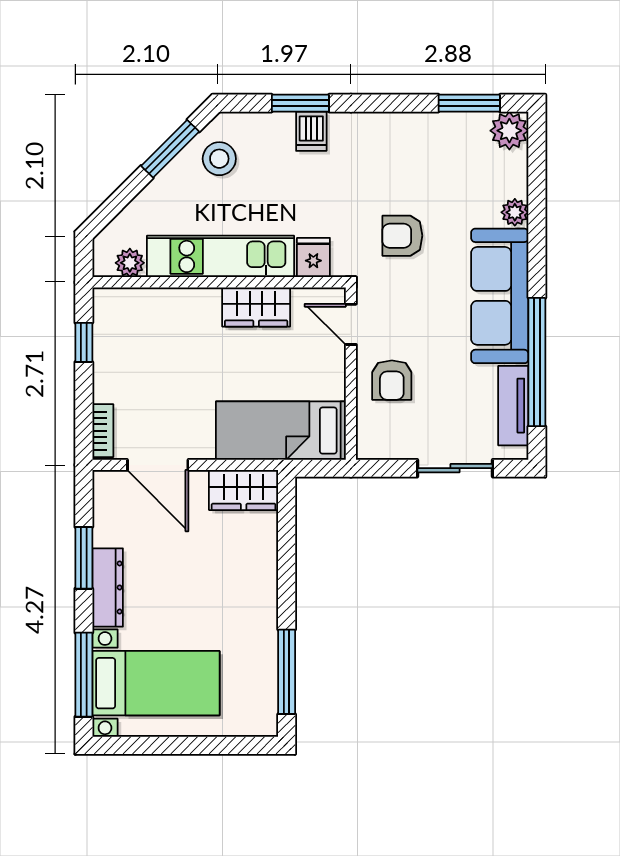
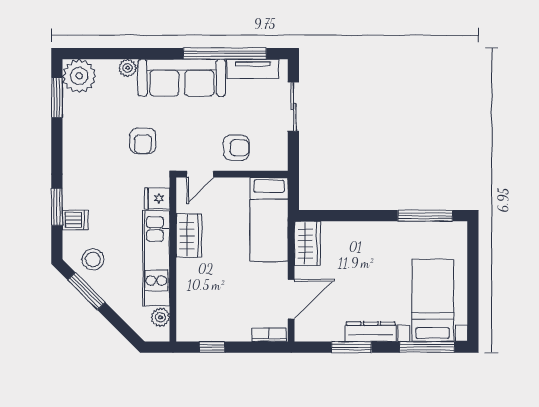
dishwasher: (311, 131) -> (75, 220), moved
plant: (509, 131) -> (79, 76), width x1.36, depth x1.36

